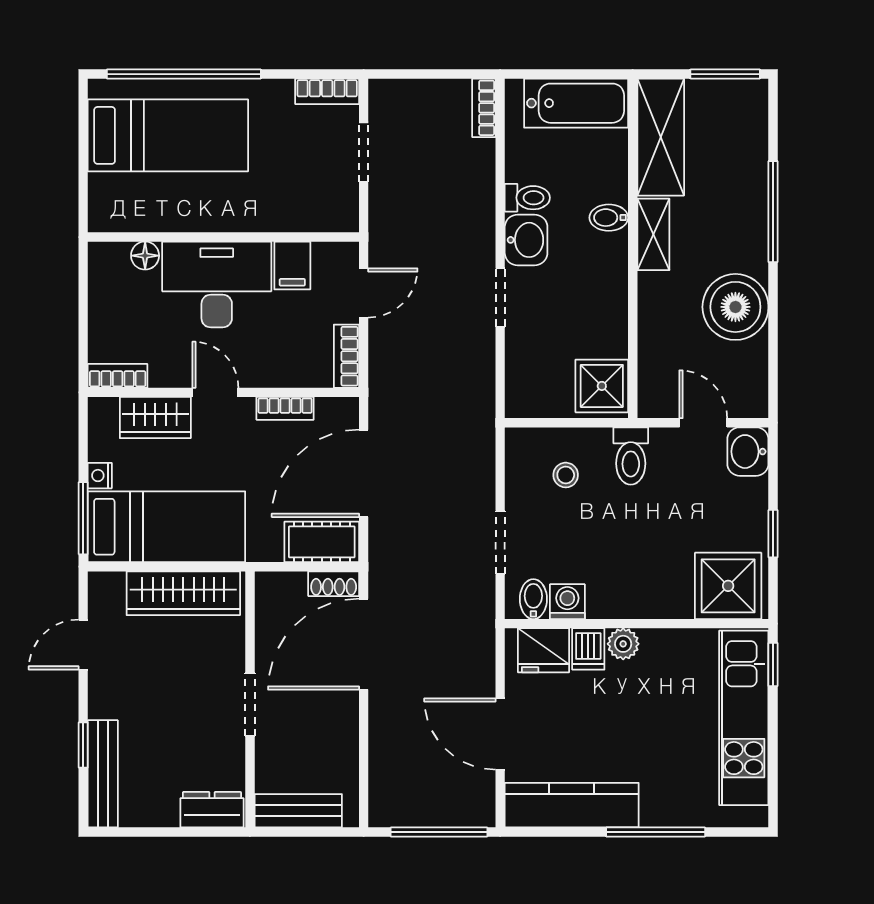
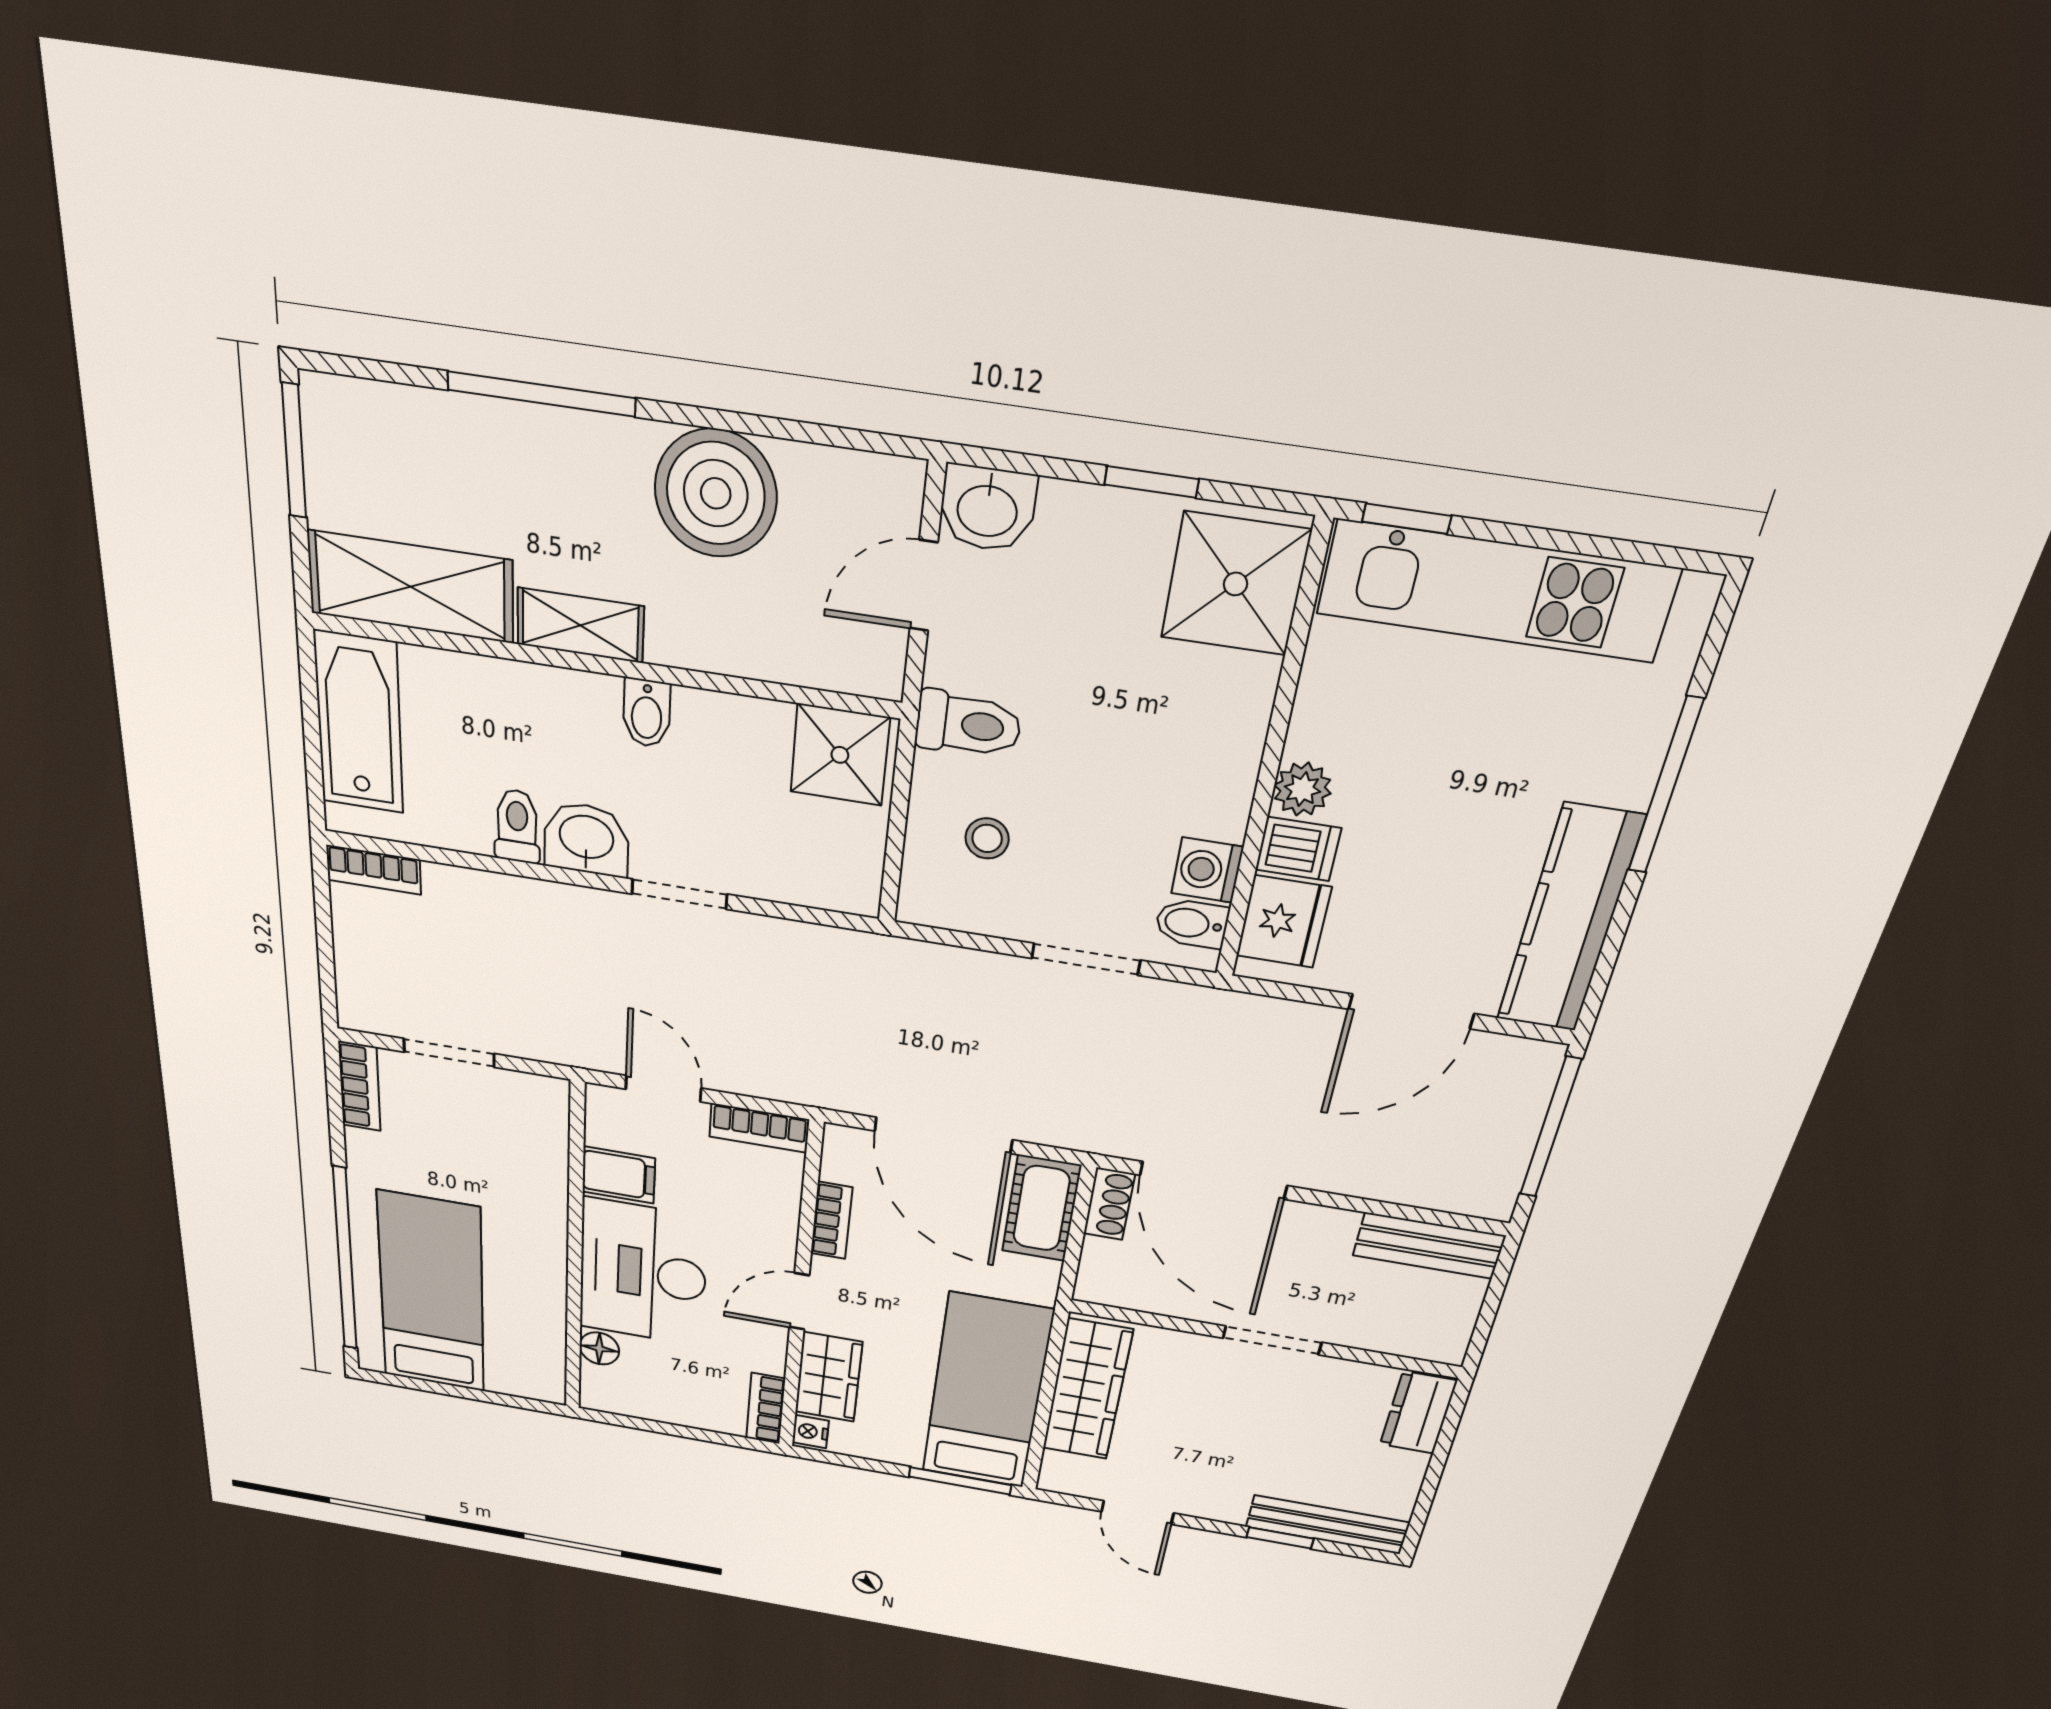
bidet: (609, 218) -> (647, 713), moved
nightstand: (100, 476) -> (811, 1432), moved, turned 90
bench: (298, 811) -> (1429, 1246), moved, turned 90

